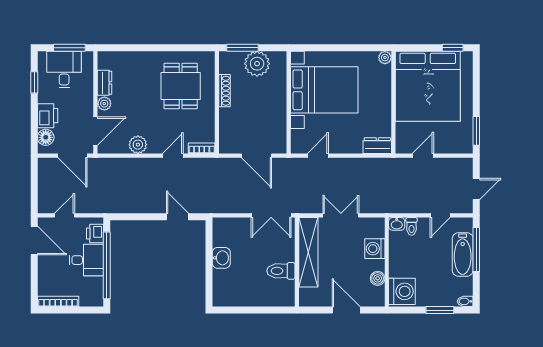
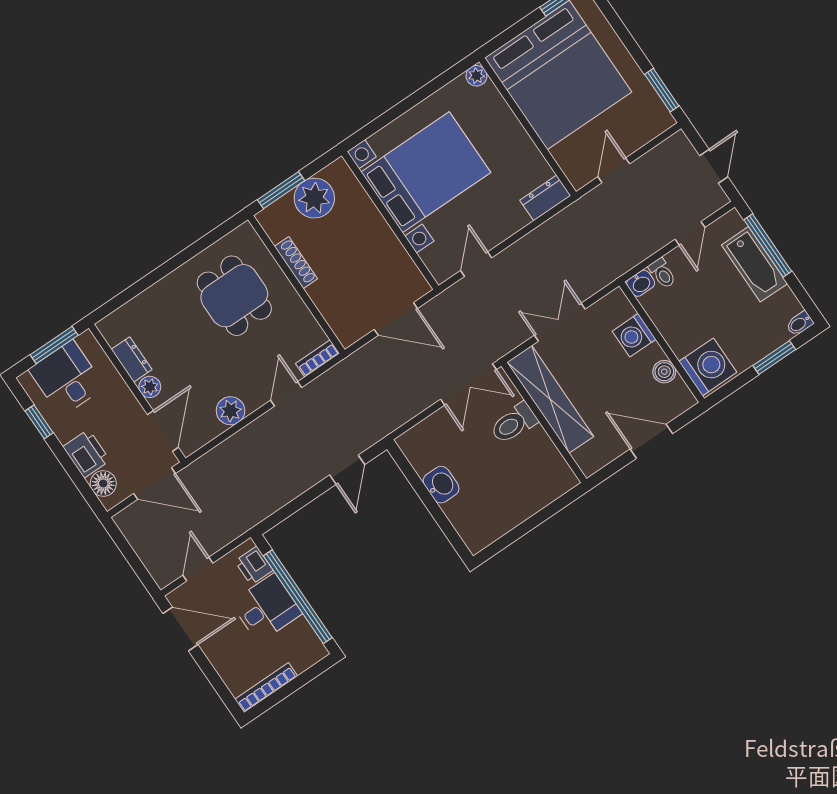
door: (178, 217) -> (347, 470), swing flipped
toilet: (281, 271) -> (514, 423), moved

